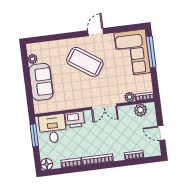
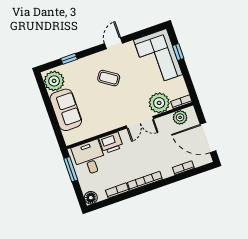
window: (53, 37) -> (69, 59), added
window: (151, 52) -> (178, 52), width x0.46
plant: (32, 59) -> (54, 81), width x1.87, depth x1.87
coffee table: (85, 62) -> (109, 78), width x0.54, depth x0.58
plant: (130, 97) -> (159, 103), width x1.87, depth x1.87
door: (161, 133) -> (208, 138), width x1.88

